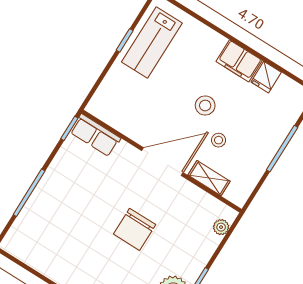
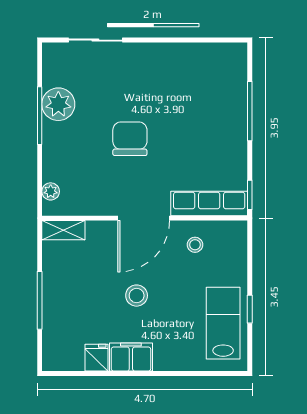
row of seats: (95, 135) -> (209, 204), width x1.48
stool: (219, 140) -> (195, 245), moved
shelving: (209, 178) -> (63, 230), moved

